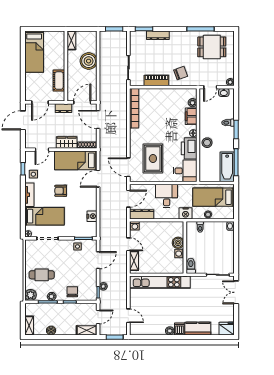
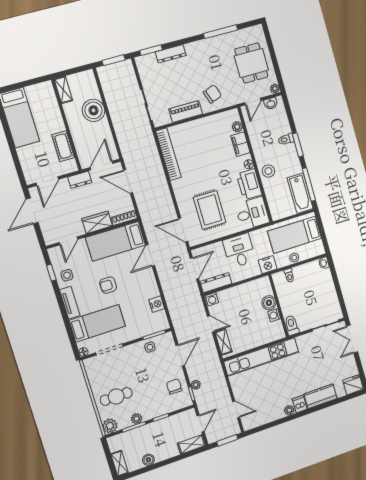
dining table: (212, 47) -> (251, 63), moved, turned 90
chair: (72, 292) -> (174, 387), moved

